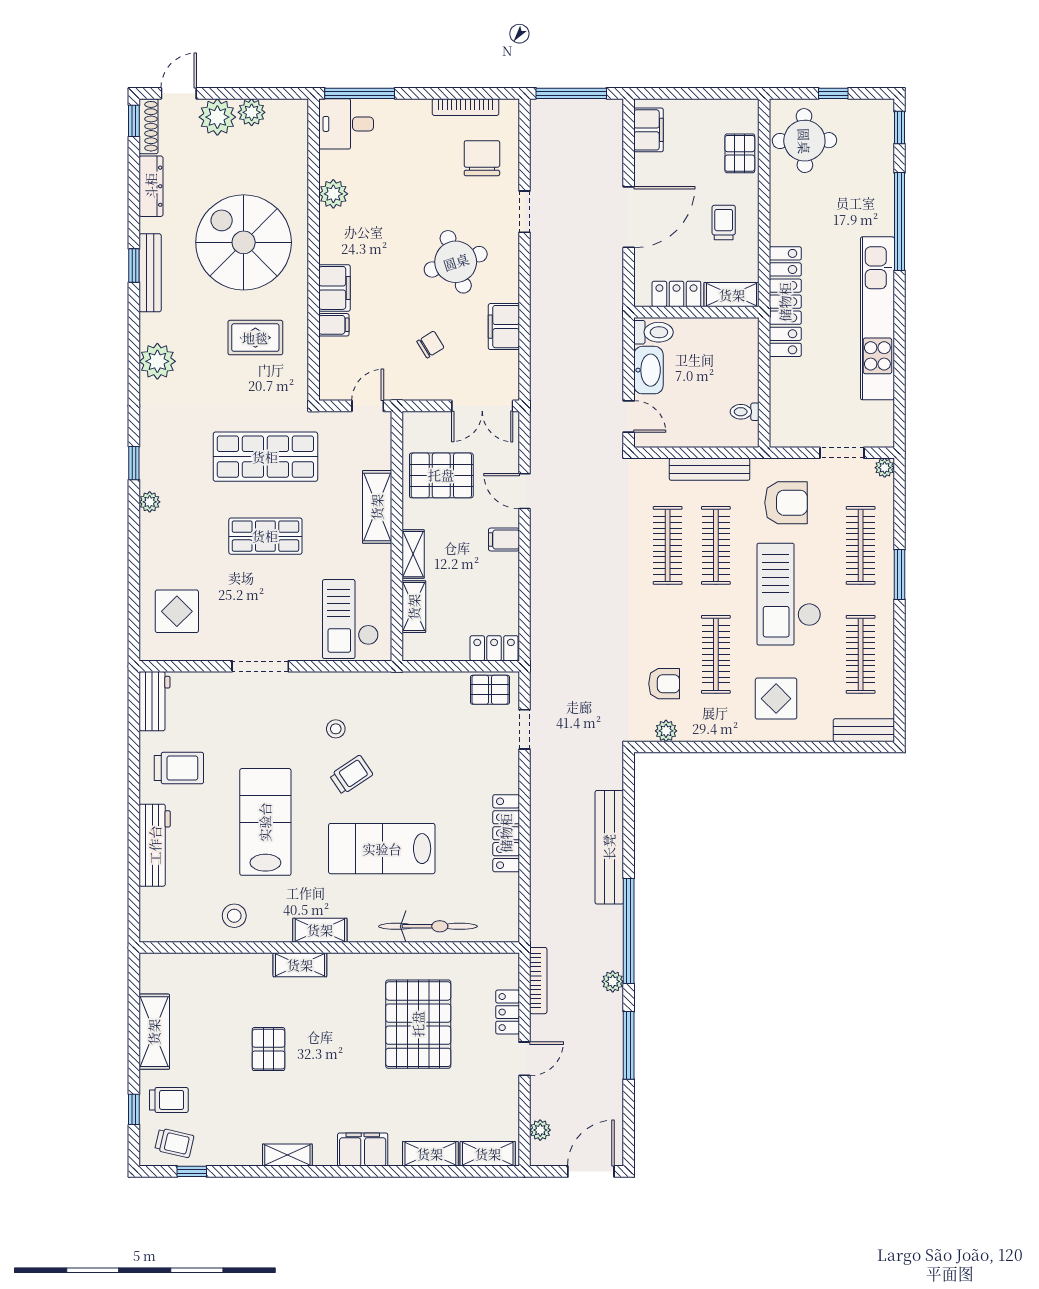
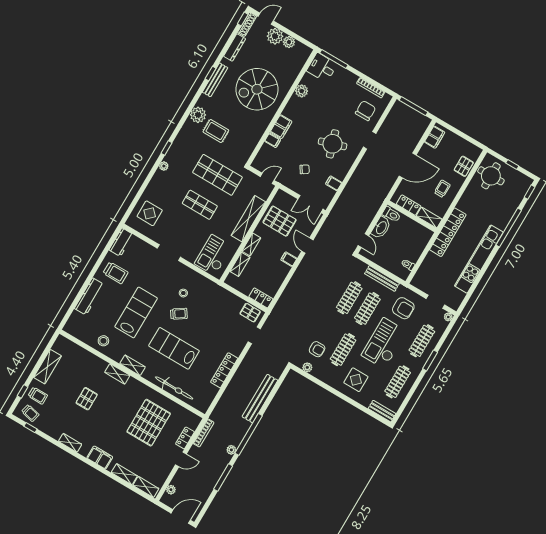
spiral stairs: (244, 242) -> (257, 89), turned -90
filing cabinet: (504, 327) -> (334, 183), width x0.50
rug: (255, 338) -> (216, 131), moved
shelving: (377, 507) -> (248, 219), width x1.47

